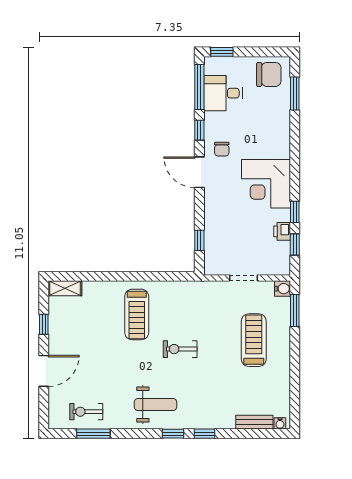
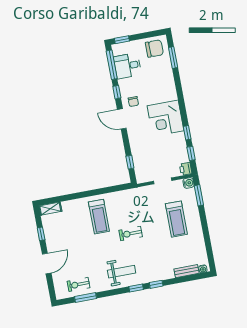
printer: (282, 231) -> (186, 169), moved
treadmill: (254, 340) -> (176, 219), turned 180

